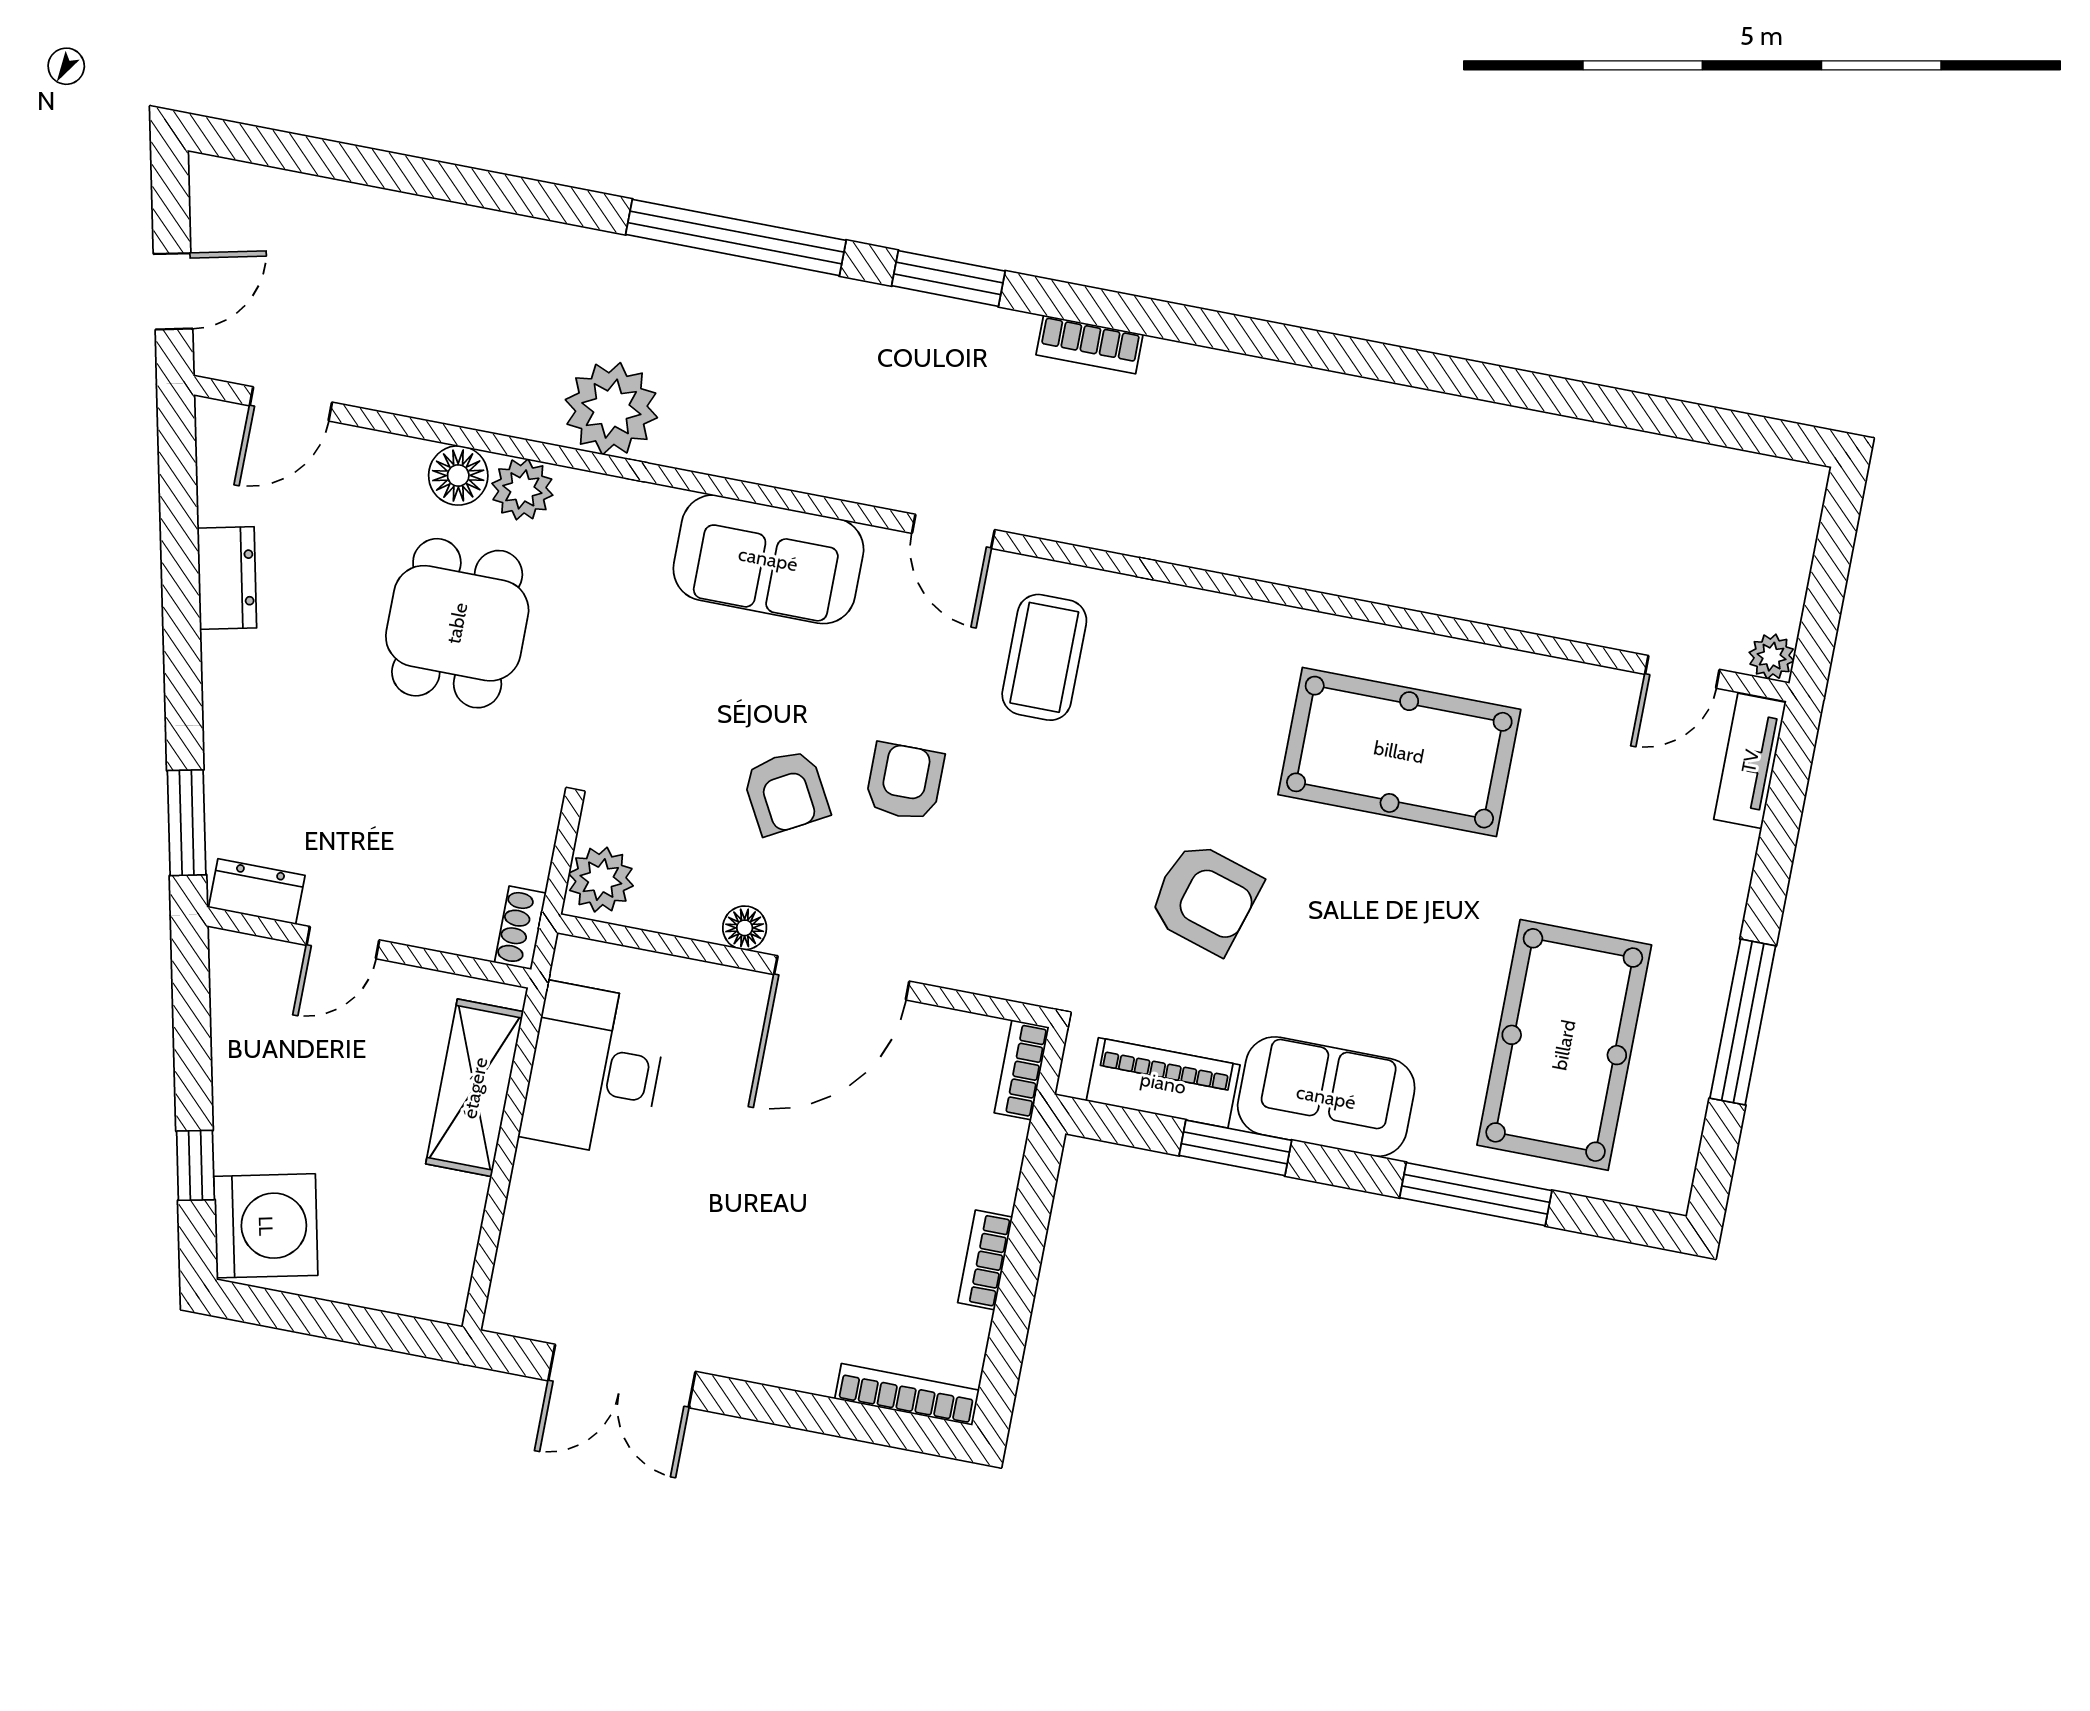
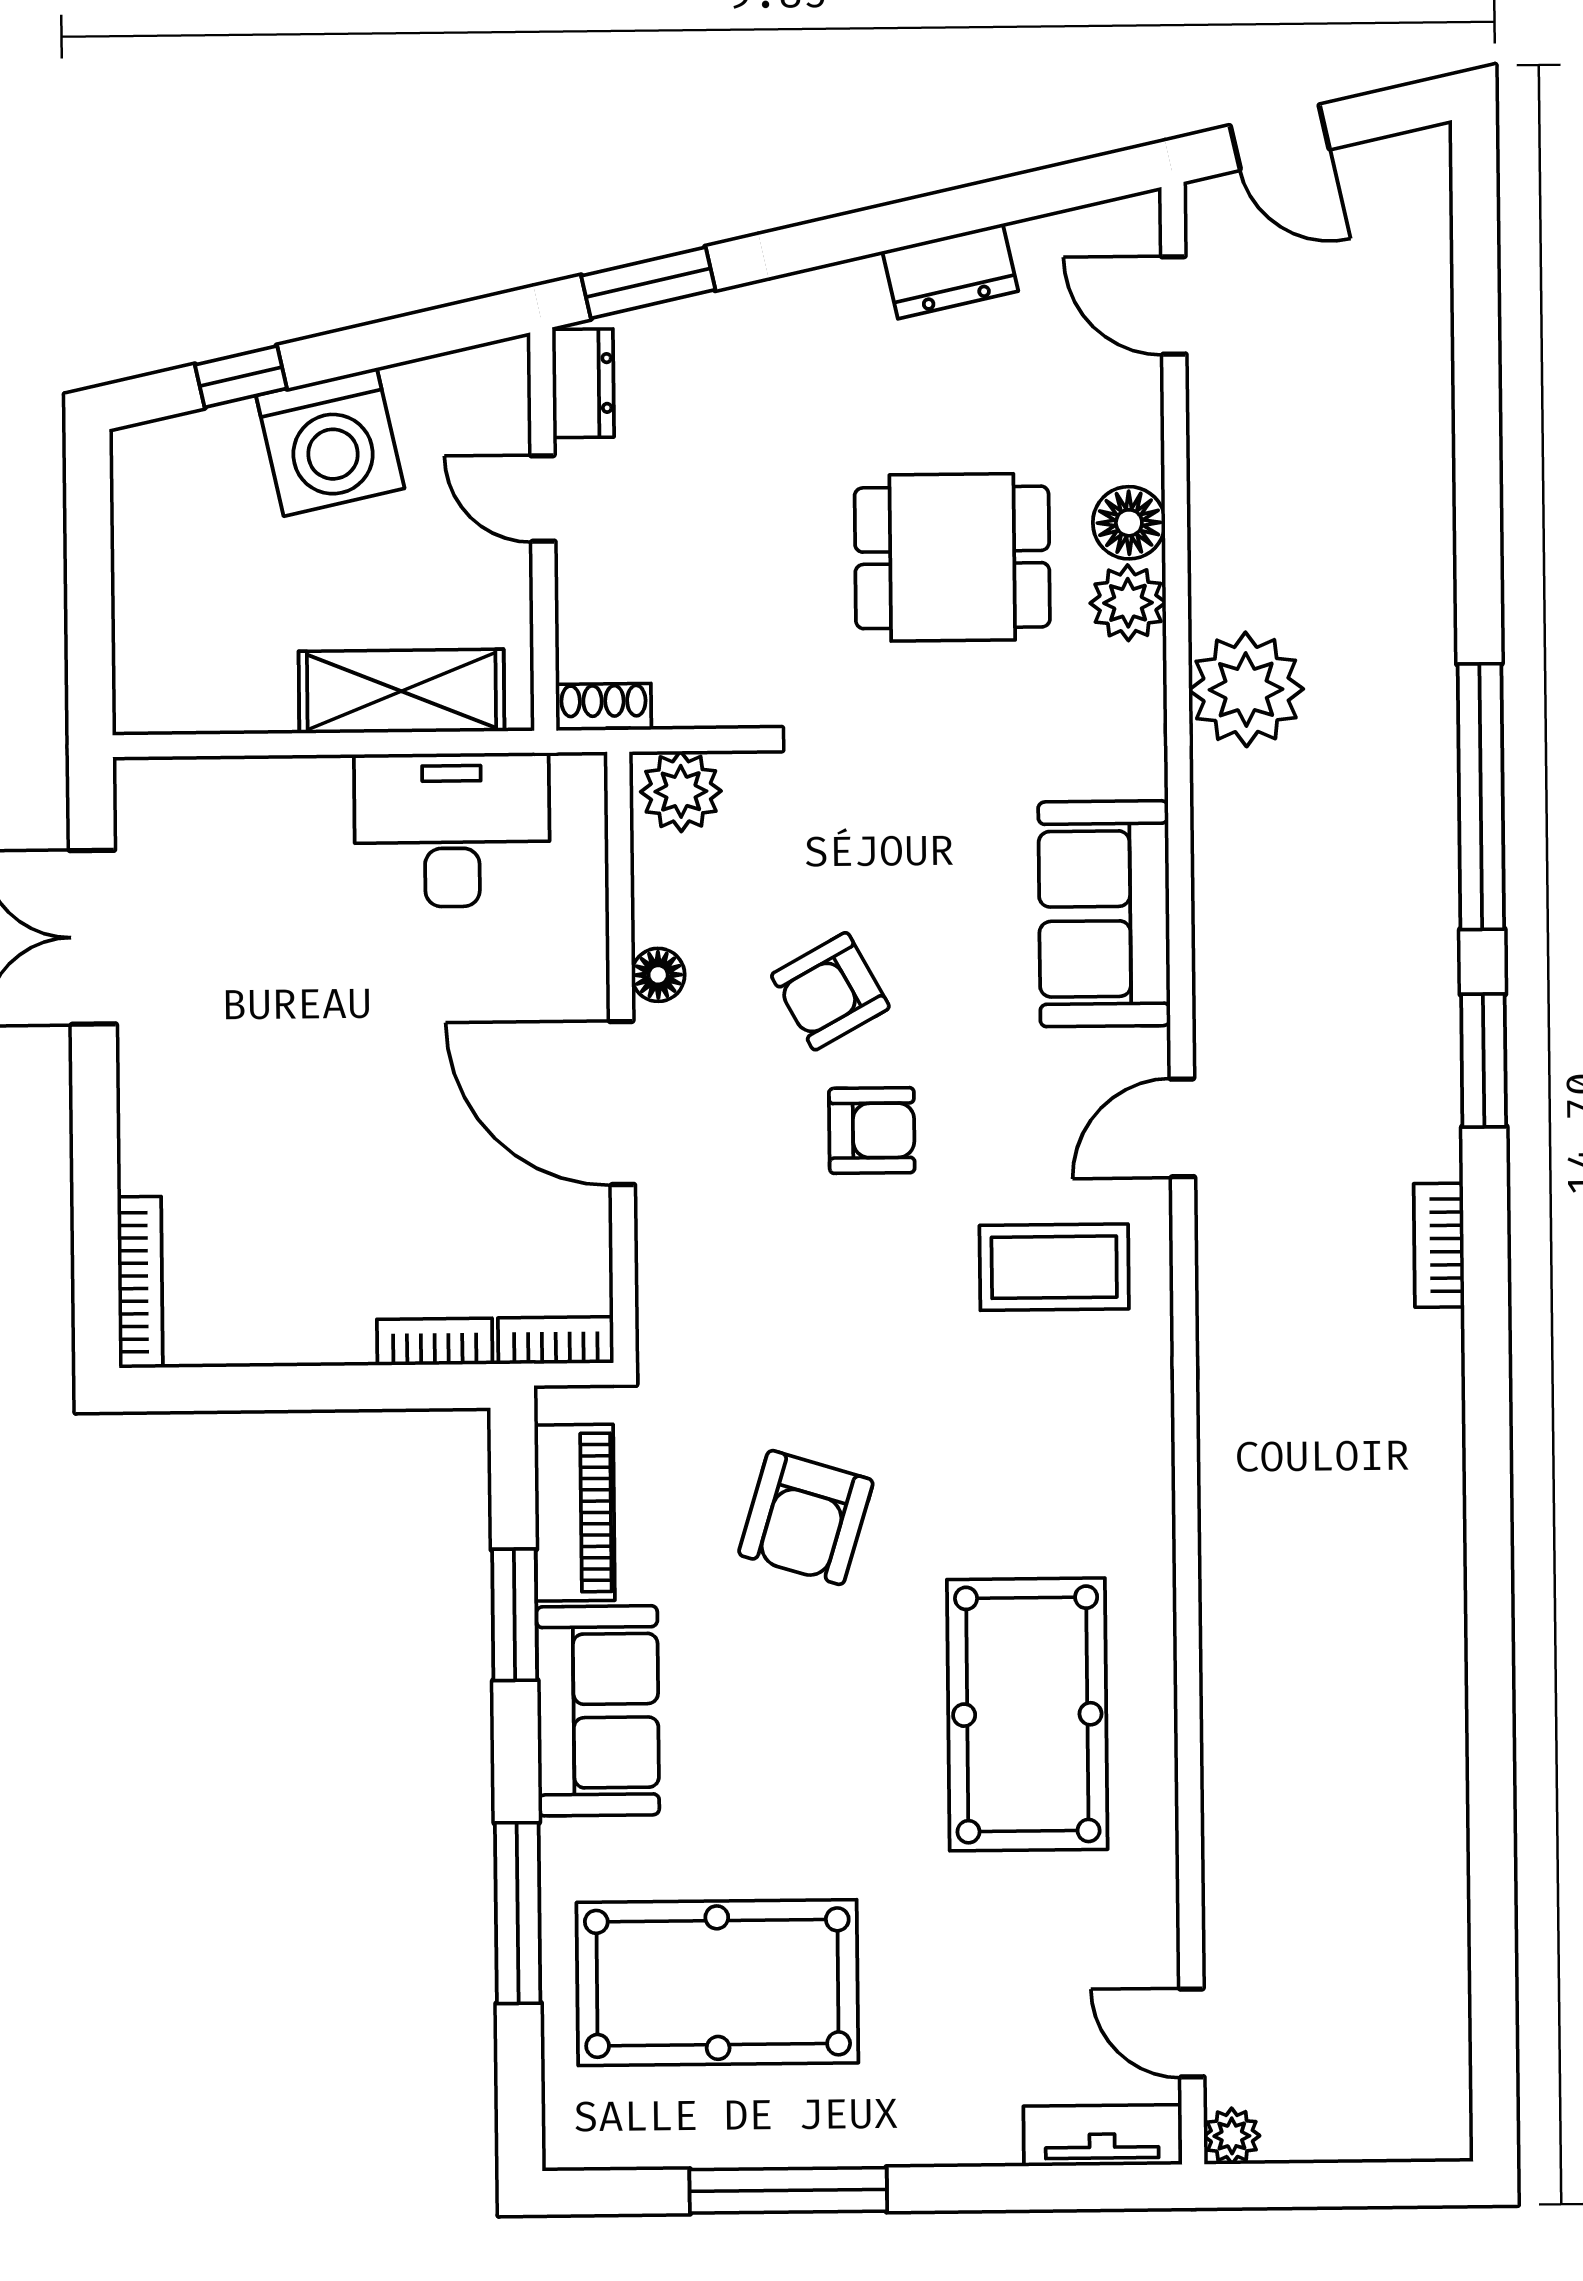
washing machine: (266, 1226) -> (330, 442), moved
bookcase: (985, 1260) -> (435, 1342), moved

